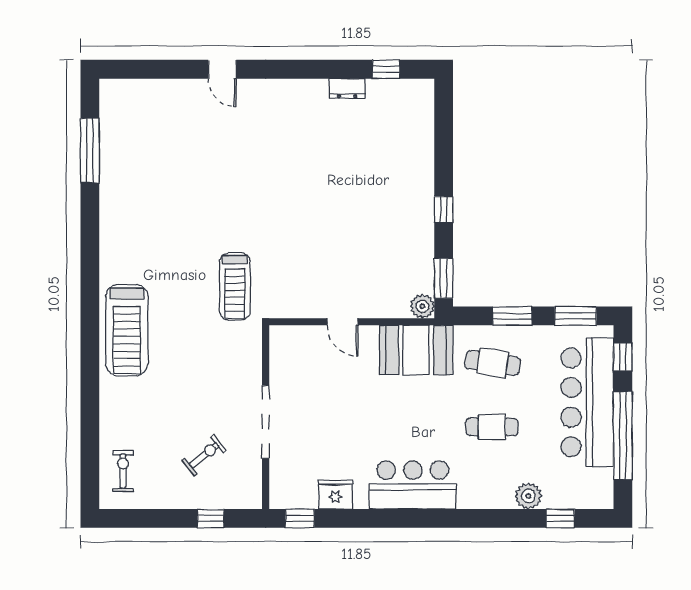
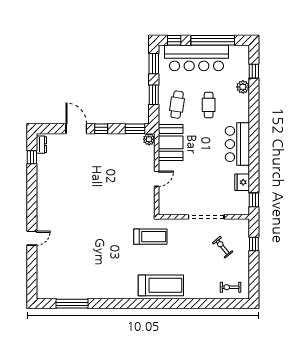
dresser: (347, 88) -> (41, 145), moved
door: (444, 159) -> (76, 129), added
treadmill: (235, 286) -> (150, 237), moved

